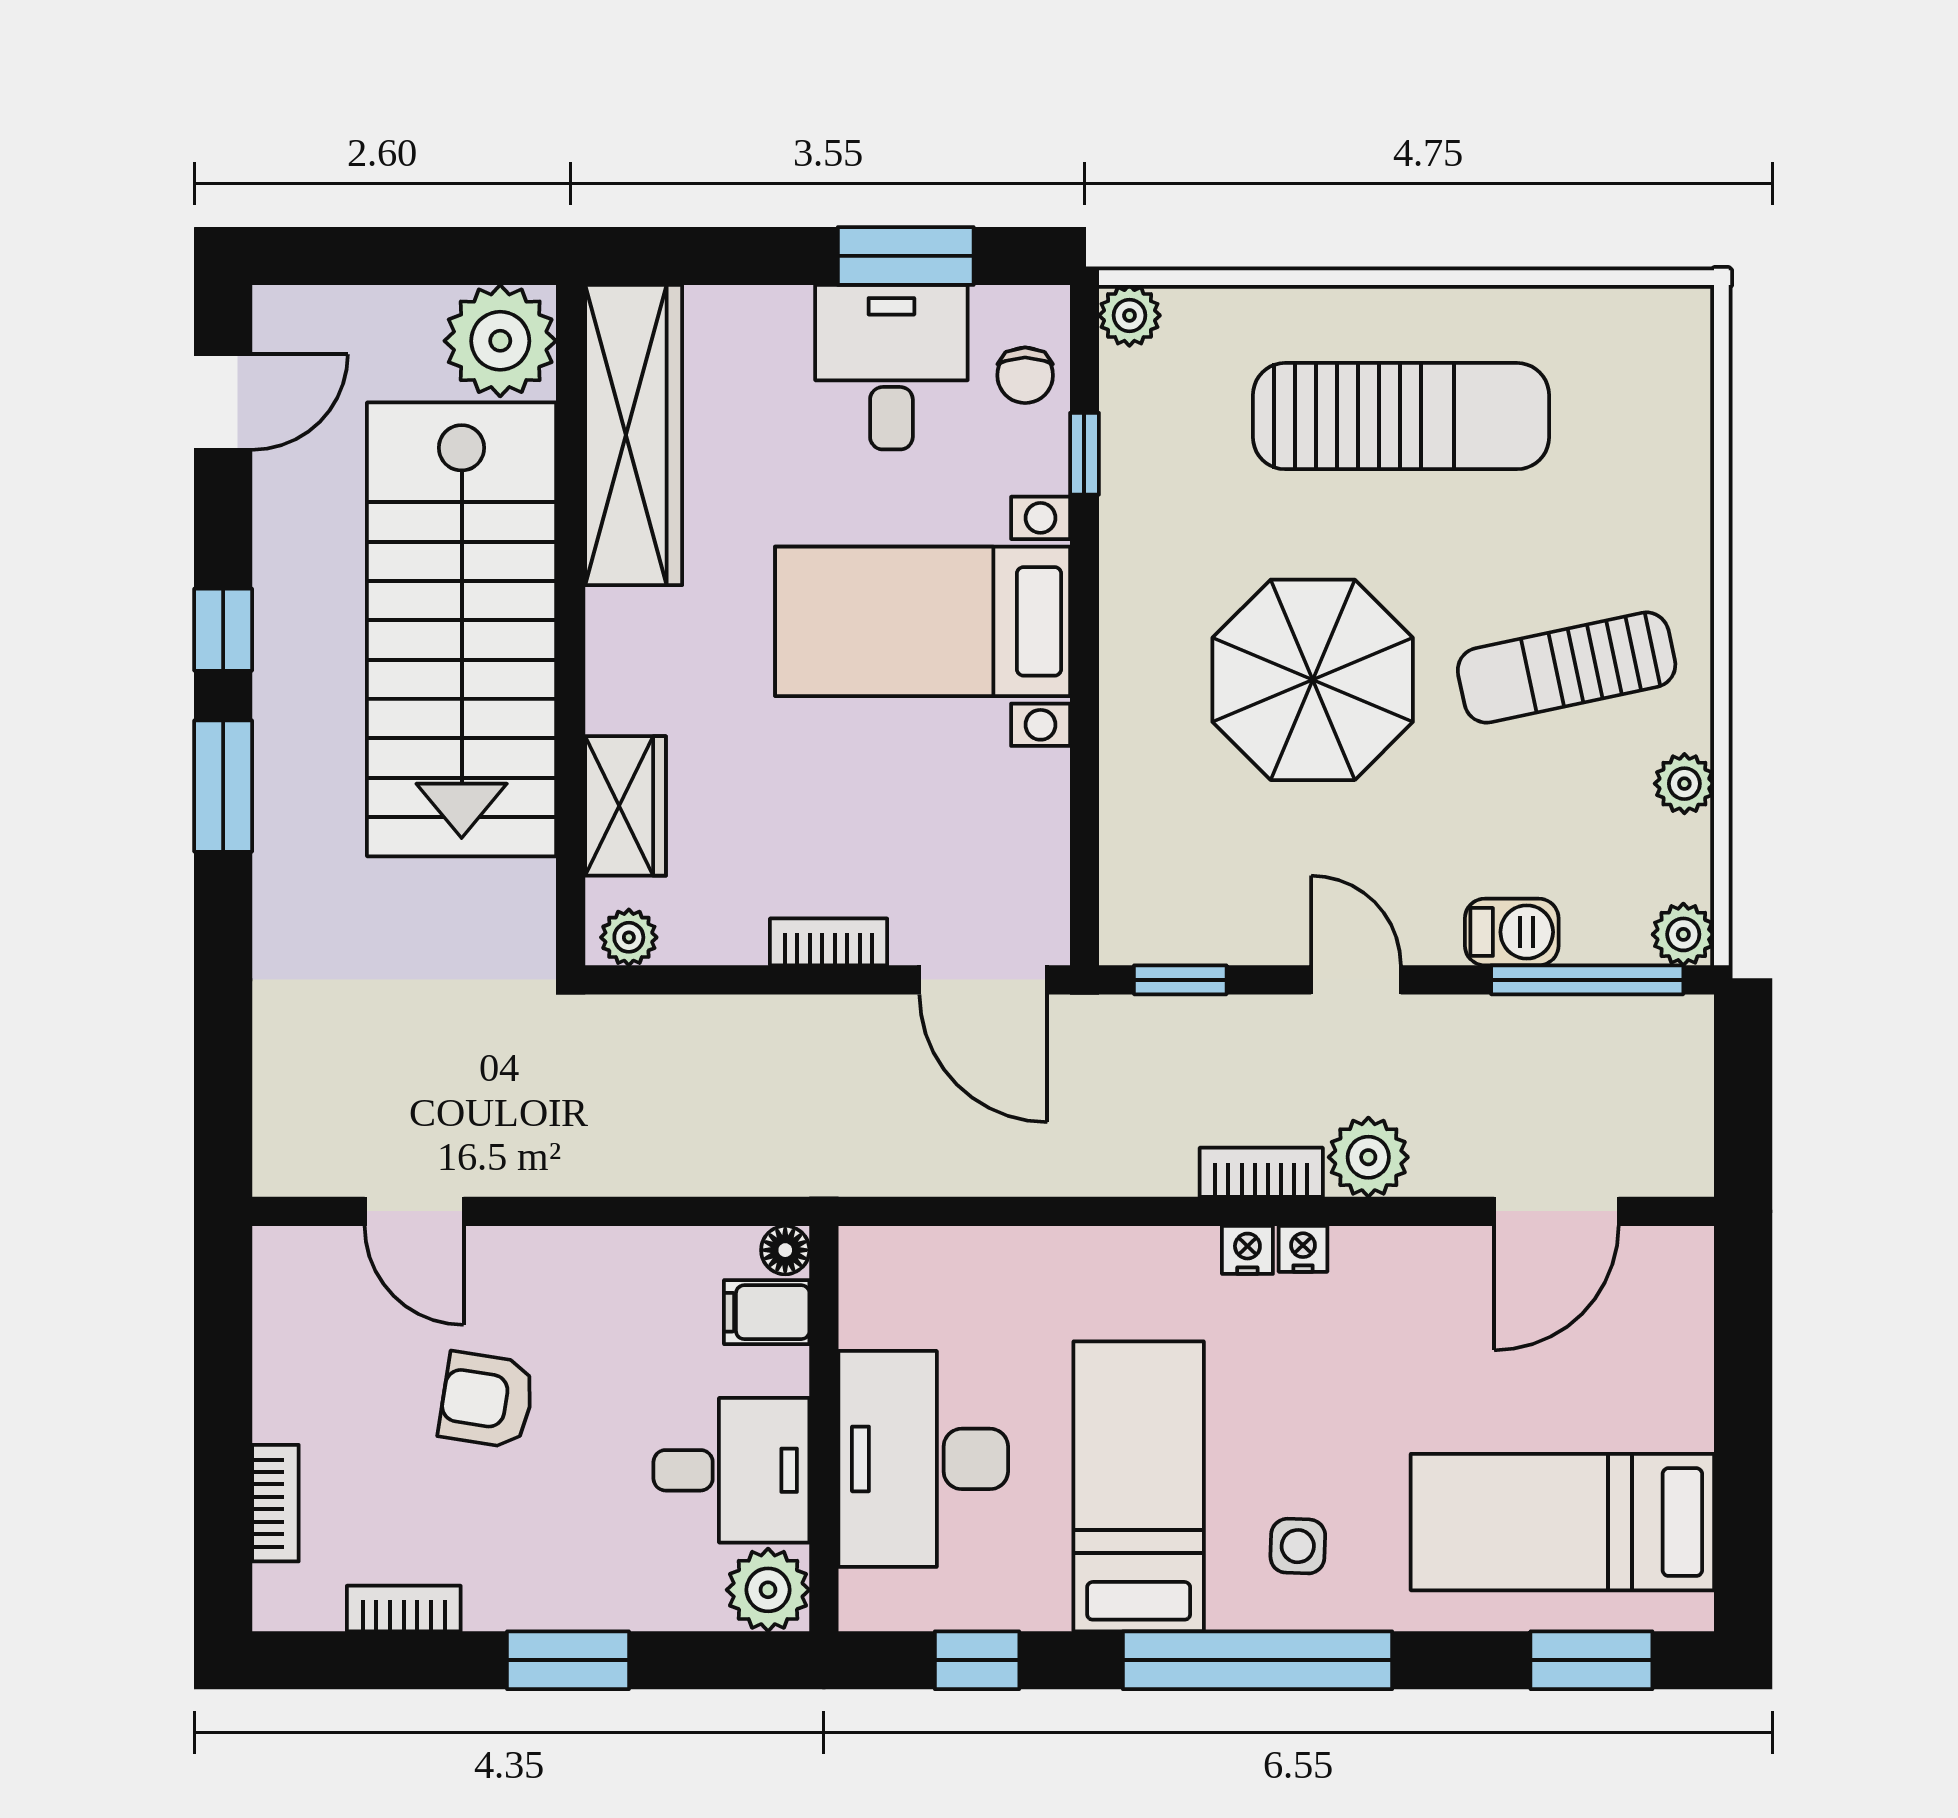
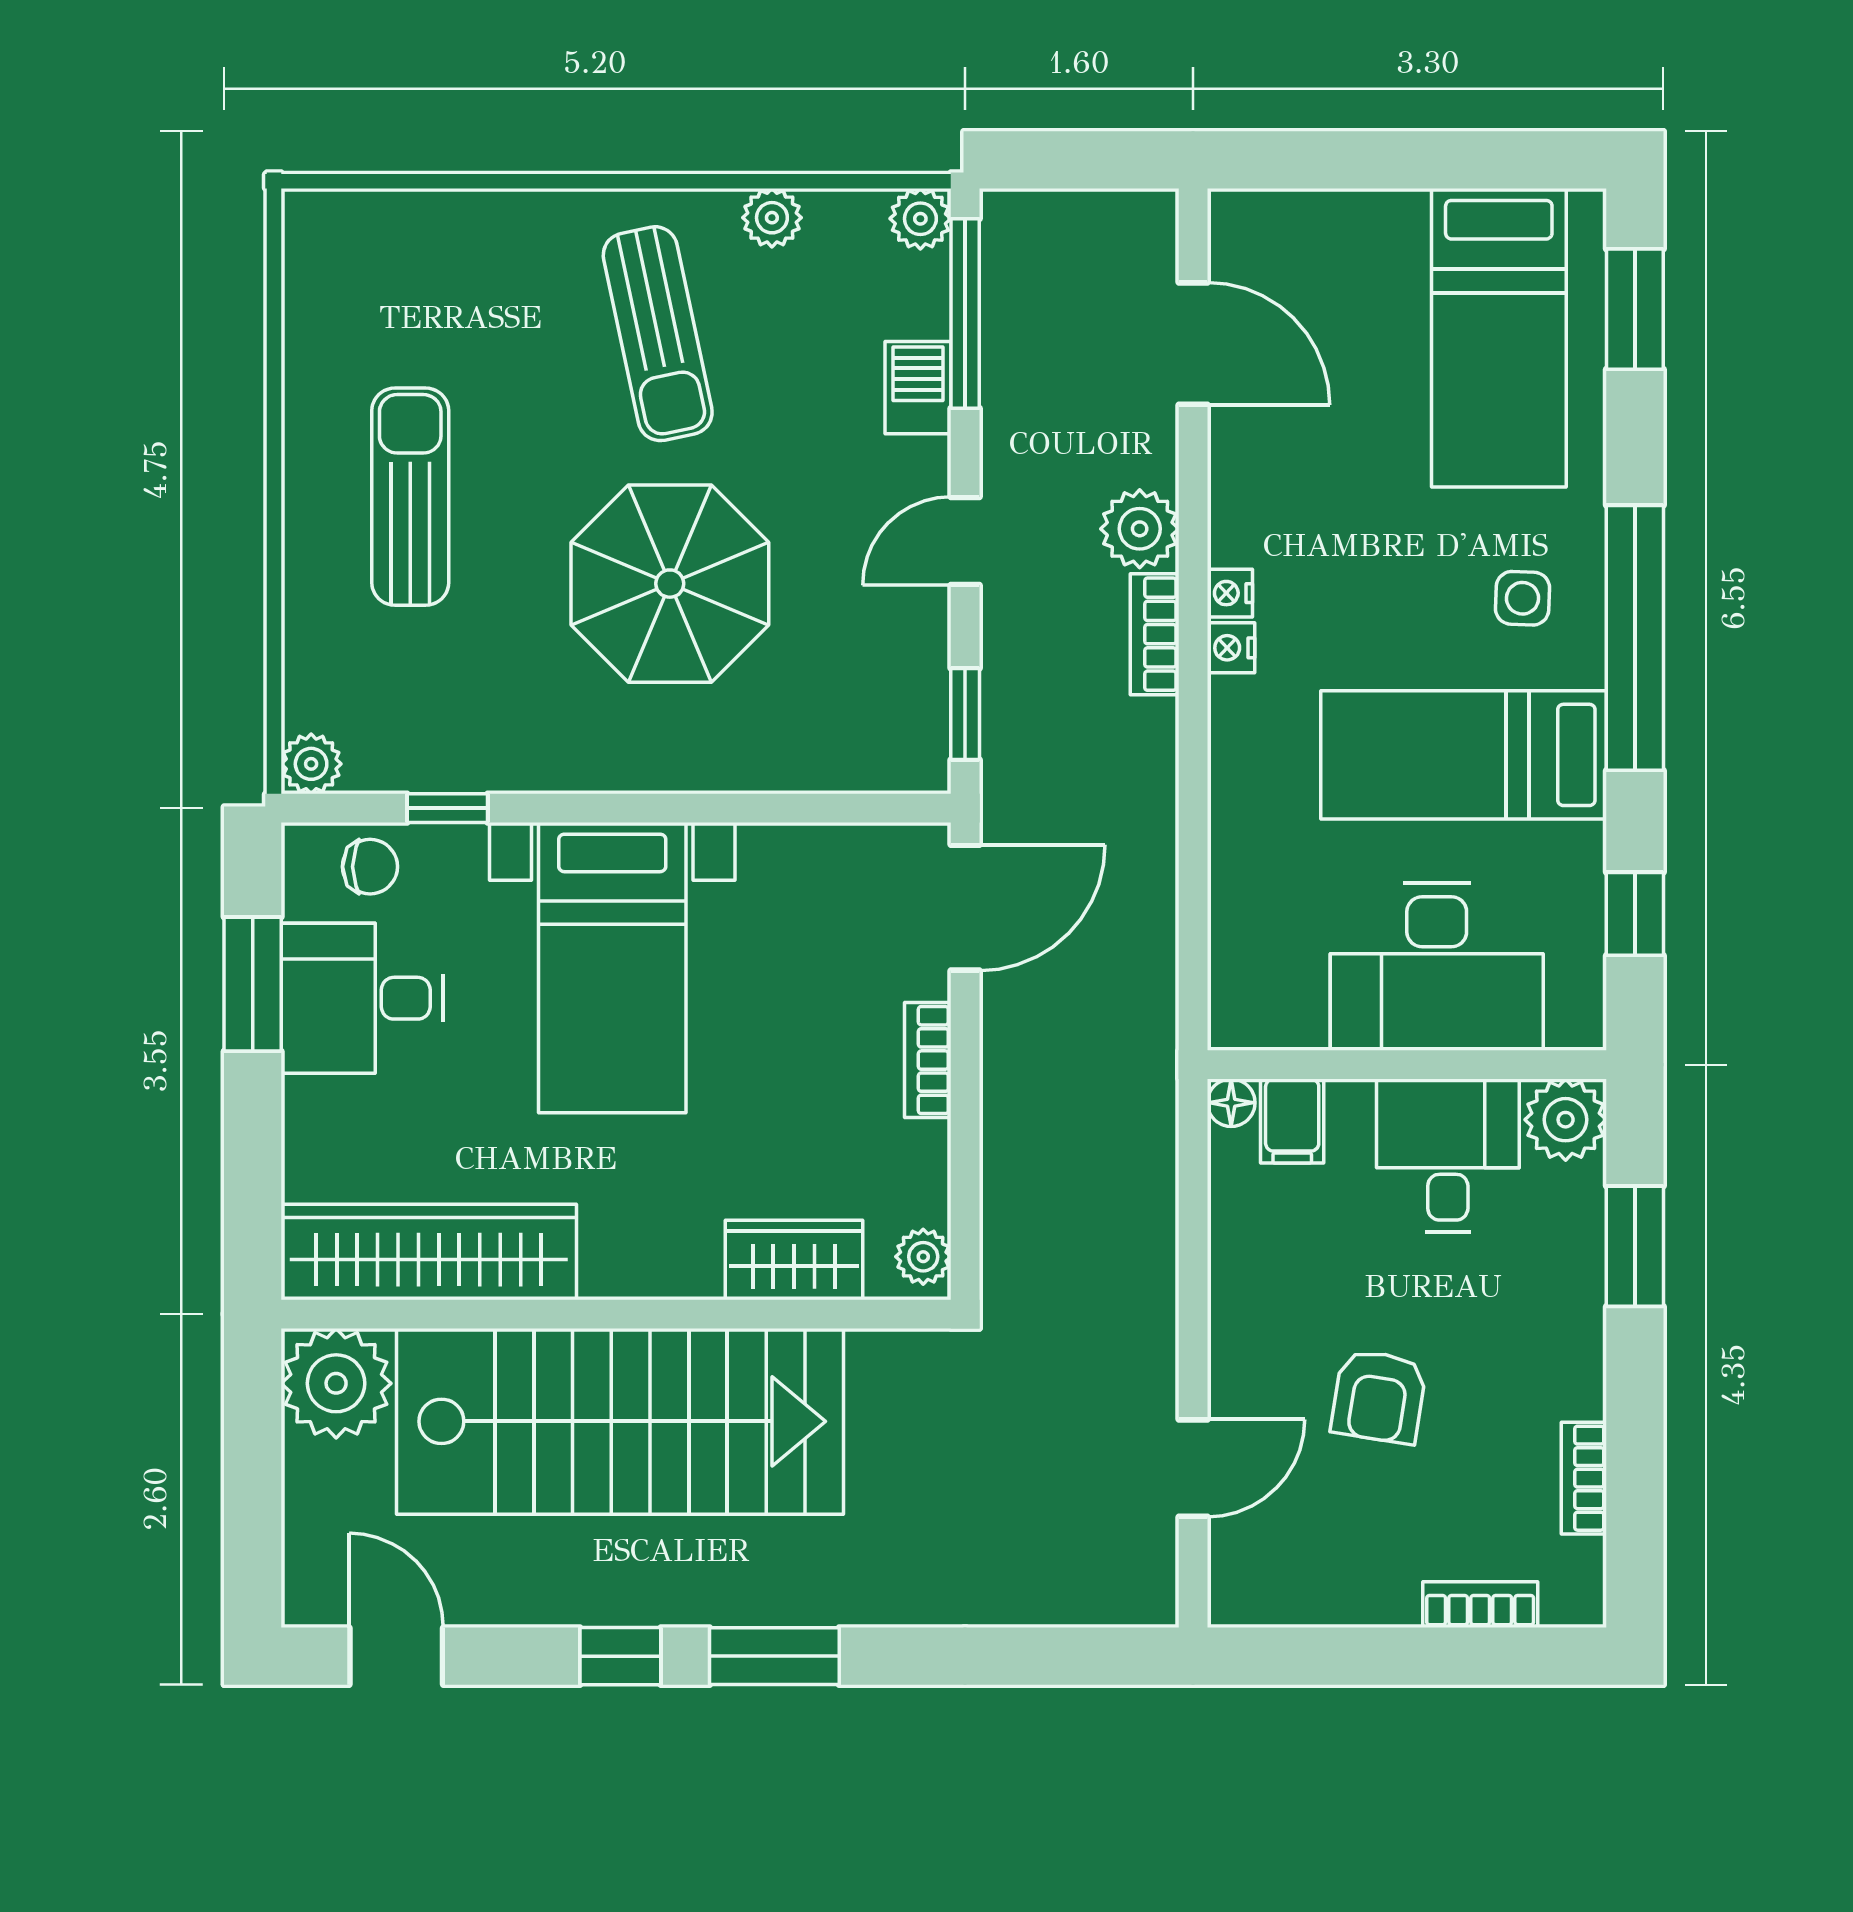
sun lounger: (1401, 416) -> (410, 497), width x0.73, depth x0.75
window: (568, 1660) -> (1635, 1246), moved

